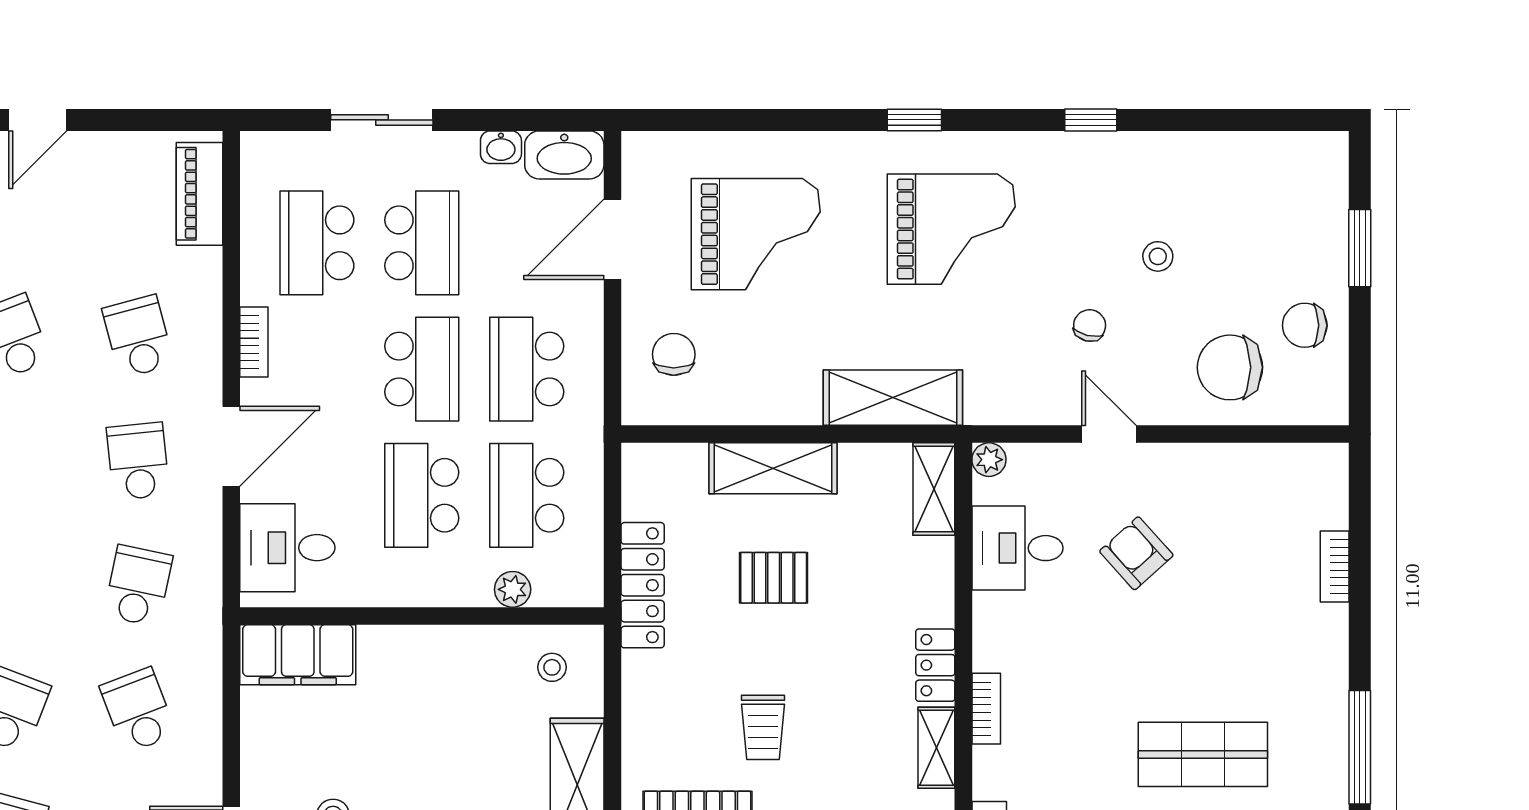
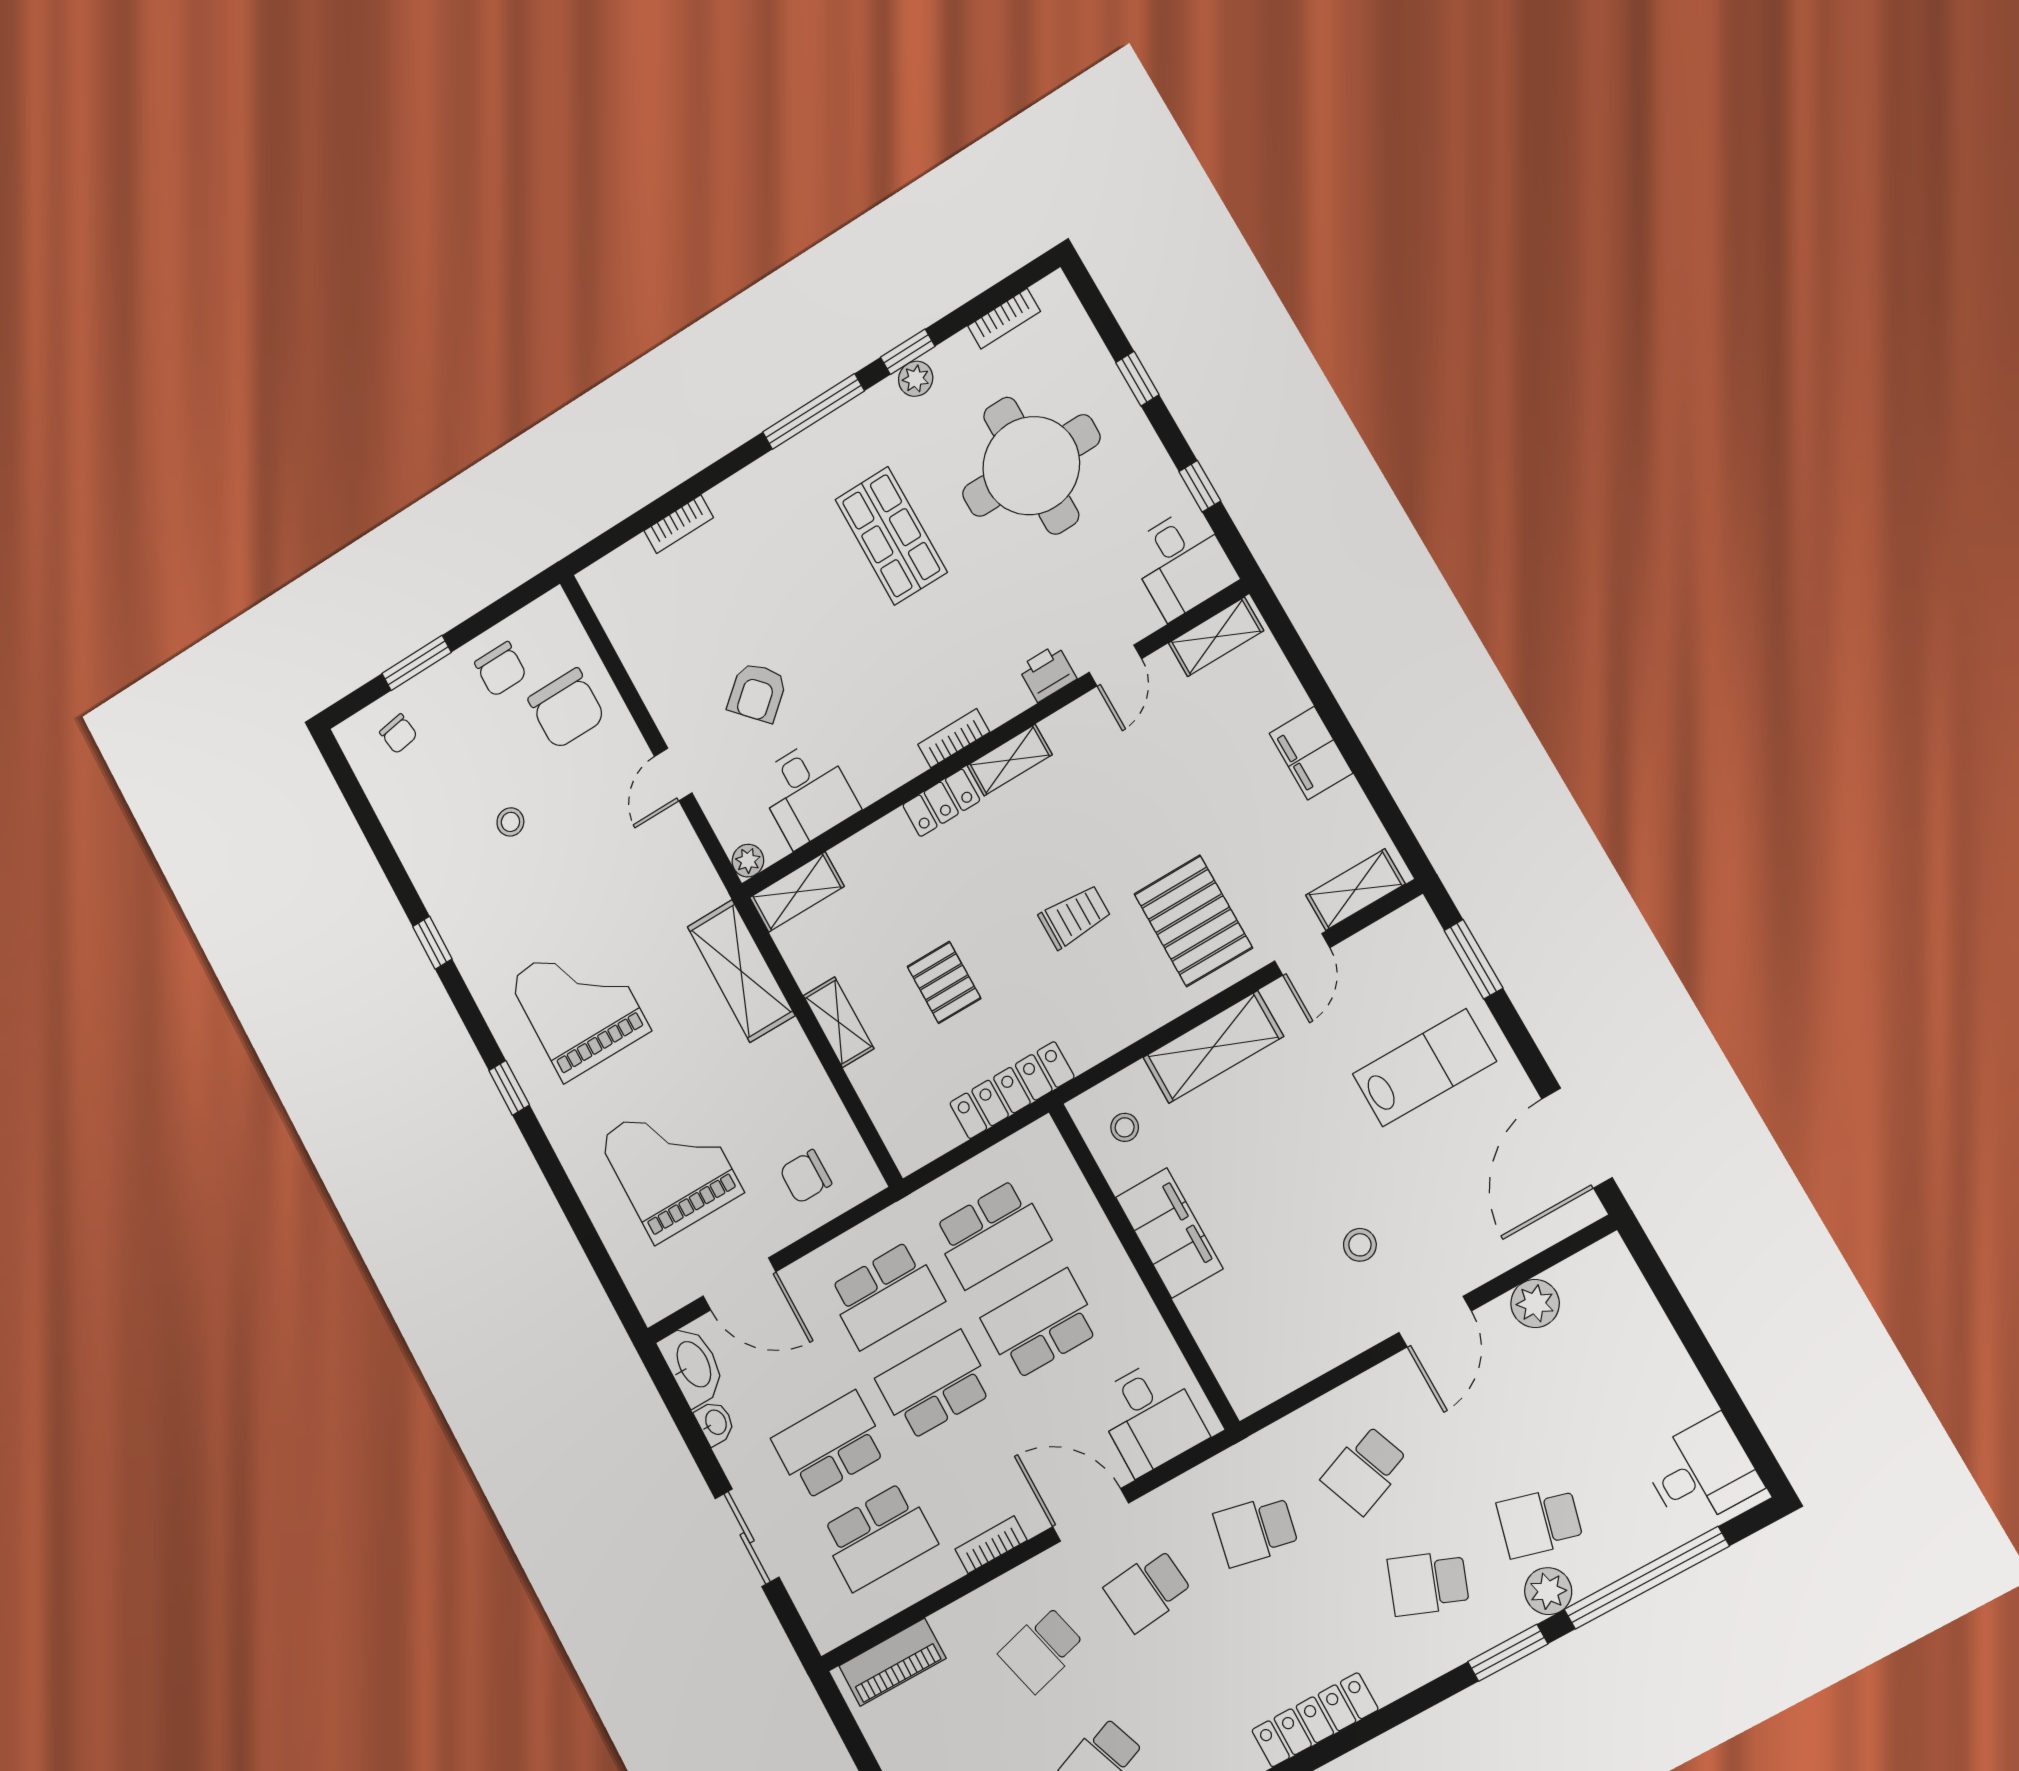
chair: (1090, 325) -> (398, 734), moved, turned -113
shelving: (773, 468) -> (839, 1022), width x0.67, depth x0.75
school desk: (422, 495) -> (1041, 1325), turned 180
plant: (513, 589) -> (1077, 1200), removed
filing cabinet: (298, 655) -> (1169, 1233), moved

